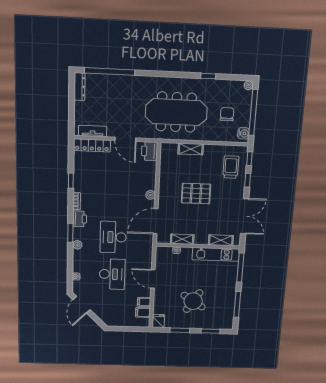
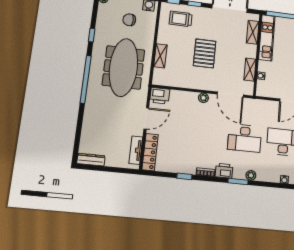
window: (110, 71) -> (86, 79), moved

